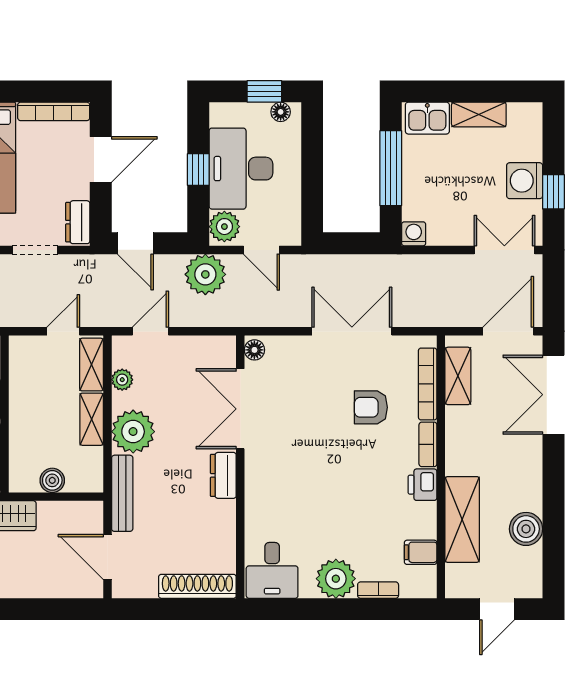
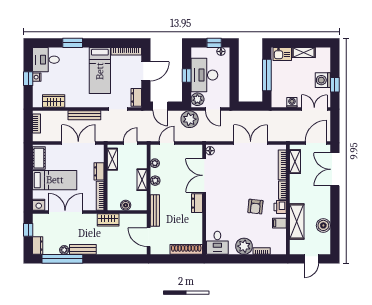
washing machine: (414, 234) -> (292, 102), moved
shelving: (92, 365) -> (112, 159), moved
armchair: (371, 407) -> (255, 207), moved, turned -84
plant: (133, 432) -> (155, 181), width x0.53, depth x0.53
filing cabinet: (421, 552) -> (279, 223), moved

